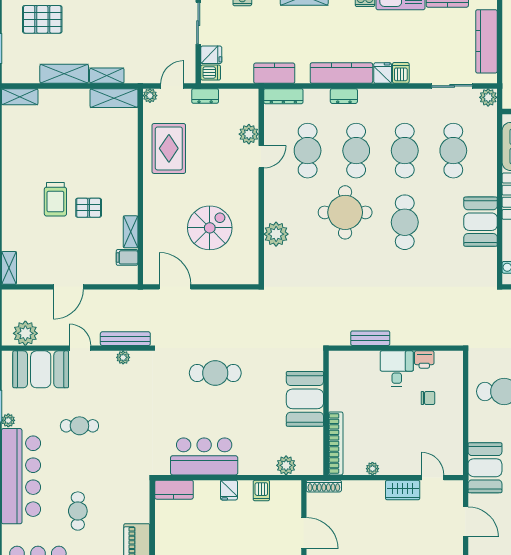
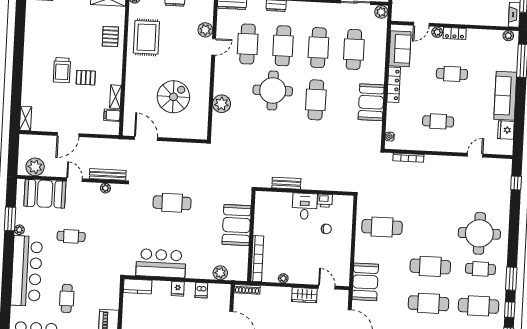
pallet: (119, 150) -> (110, 36), added

